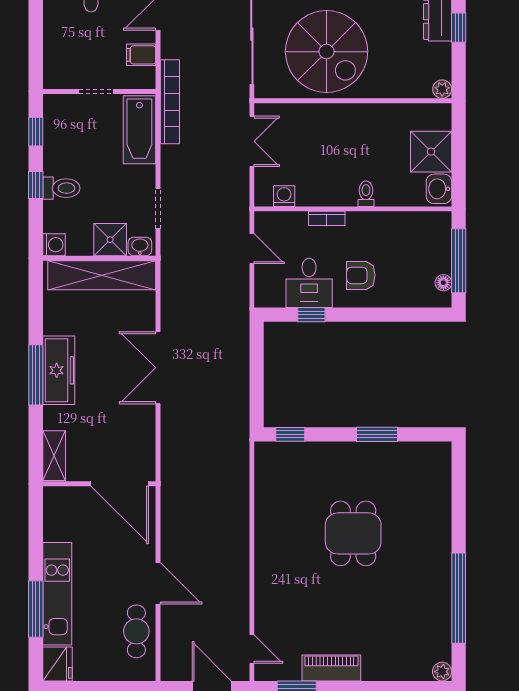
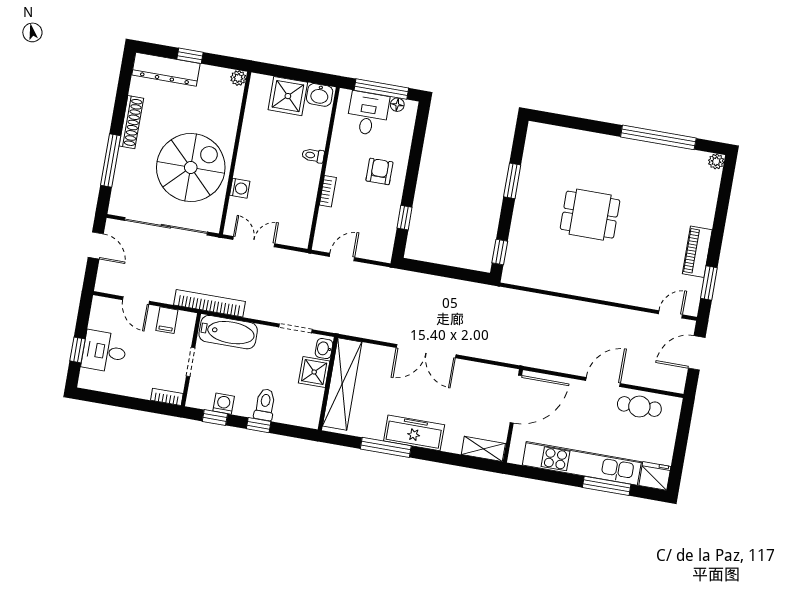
bookcase: (50, 71) -> (167, 397), added
washing machine: (284, 196) -> (240, 188), moved, turned 180
washing machine: (54, 245) -> (224, 404), moved
armchair: (361, 275) -> (379, 171), turned 180
desk: (309, 283) -> (368, 114), moved, turned -90
window: (36, 375) -> (386, 447), moved
kitchen unit: (57, 594) -> (582, 463), width x1.36

